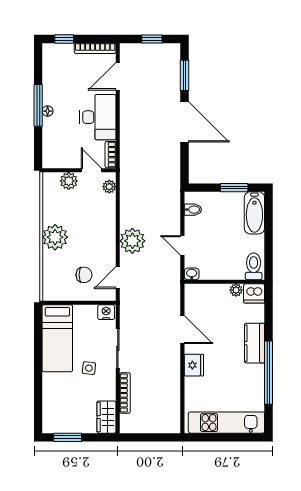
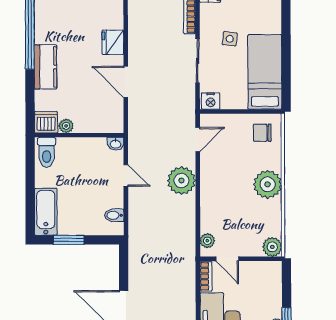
plant: (69, 181) -> (272, 247), moved
chair: (84, 275) -> (262, 133), moved

